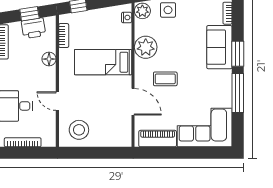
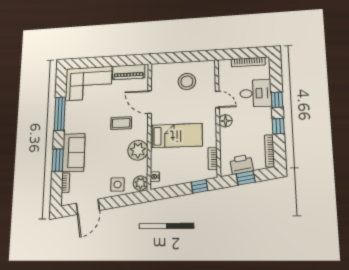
window: (238, 54) -> (58, 160), moved
floor lamp: (49, 59) -> (226, 121), moved
stool: (79, 130) -> (187, 82), moved

